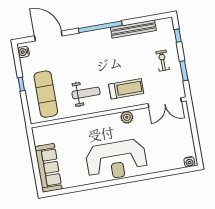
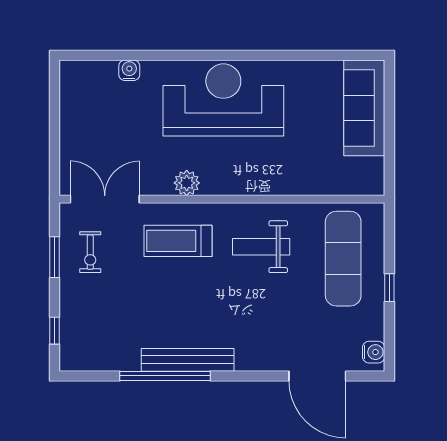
window: (100, 27) -> (165, 376), moved
bench: (133, 29) -> (188, 360), moved
exercise bike: (163, 61) -> (90, 252), moved
water cooler: (189, 162) -> (129, 70), moved

